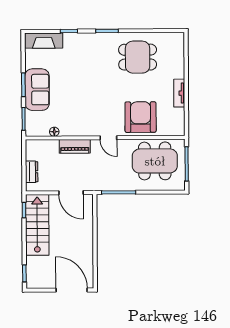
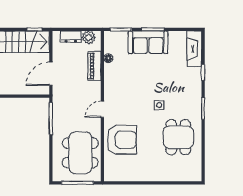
side table: (104, 78) -> (159, 105), added
tv unit: (179, 93) -> (144, 176), removed
piano: (75, 146) -> (94, 66), moved
plant: (32, 153) -> (89, 37), added

